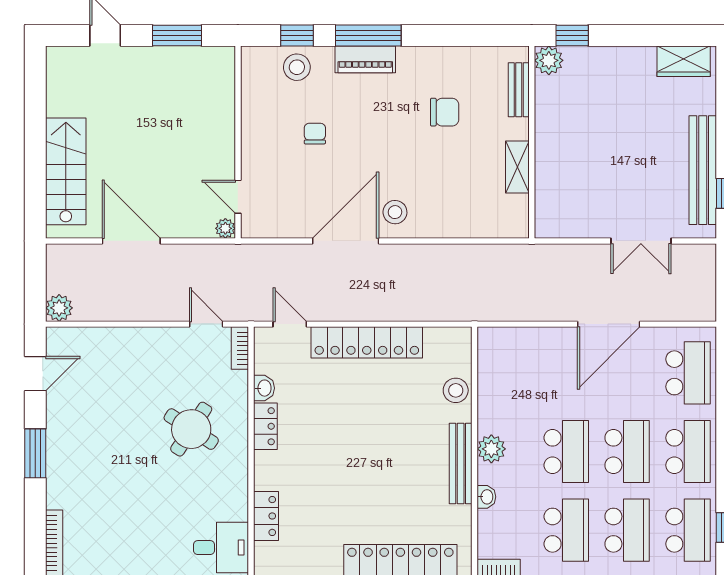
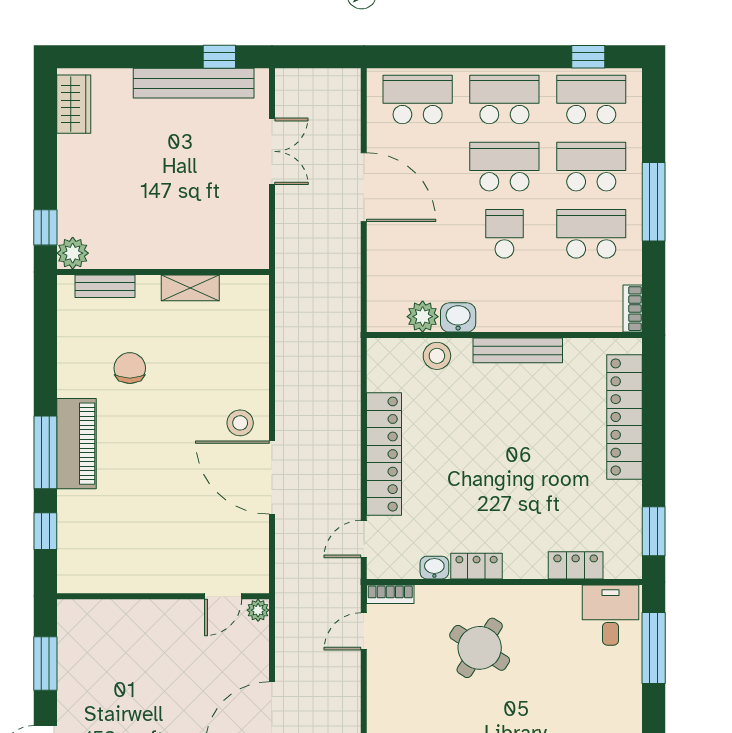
piano: (365, 59) -> (76, 444), width x1.37, depth x1.33
stool: (297, 67) -> (80, 531), removed
chair: (315, 134) -> (153, 511), removed
plant: (491, 449) -> (423, 317), moved
school desk: (566, 452) -> (504, 234), width x0.54
washbasin: (486, 497) -> (458, 317), moved, width x1.38, depth x1.45

